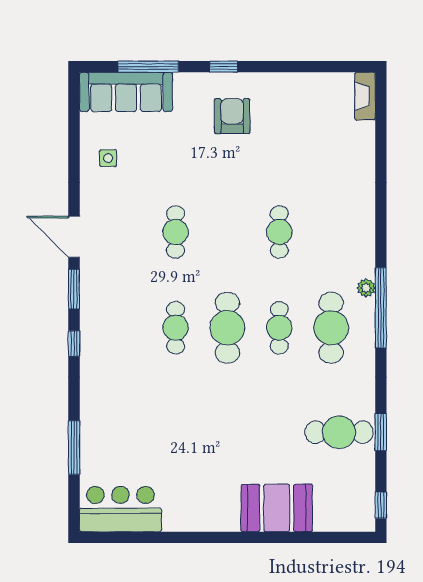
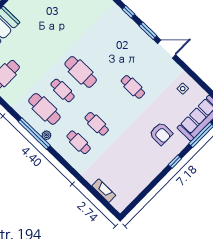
fireplace: (365, 96) -> (104, 191), moved
armchair: (232, 116) -> (161, 134), moved
cafe table: (176, 328) -> (79, 142), moved

